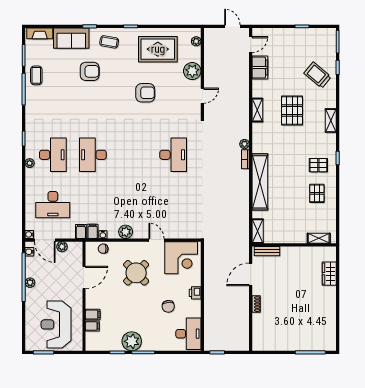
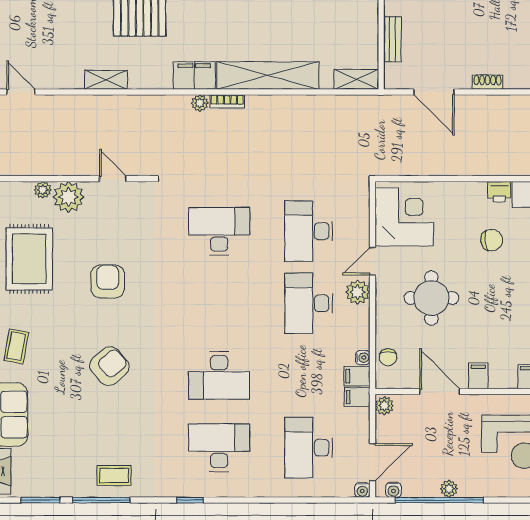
plant: (196, 41) -> (43, 190), moved
filing cabinet: (260, 68) -> (194, 75), moved
armchair: (90, 71) -> (109, 366), moved, turned 49
coffee table: (36, 75) -> (114, 475), moved
shelving: (257, 110) -> (106, 80), moved
plant: (30, 163) -> (234, 489), removed
desk: (53, 205) -> (309, 448), turned 180
desk: (133, 205) -> (309, 303), added
desk: (173, 205) -> (309, 231), added
plant: (126, 232) -> (358, 292), moved
plant: (62, 247) -> (384, 406), moved
bench: (267, 251) -> (392, 39), moved
round table: (136, 273) -> (431, 298), turned 45
printer: (195, 293) -> (499, 192), moved
filing cabinet: (93, 315) -> (478, 376), moved

